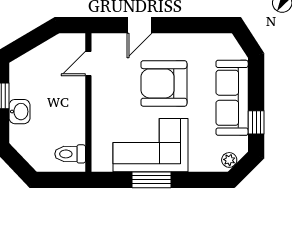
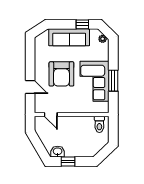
washbasin: (19, 112) -> (58, 152), moved

